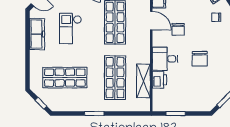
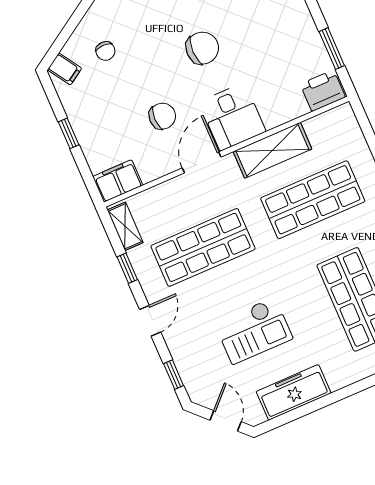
door: (151, 21) -> (202, 162), moved
printer: (159, 80) -> (323, 91), moved
shelving: (143, 81) -> (272, 150), moved

